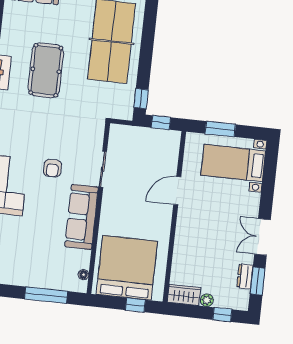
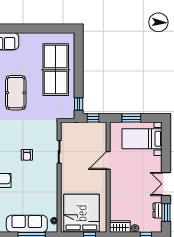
sofa: (82, 217) -> (27, 224), moved, turned 90

